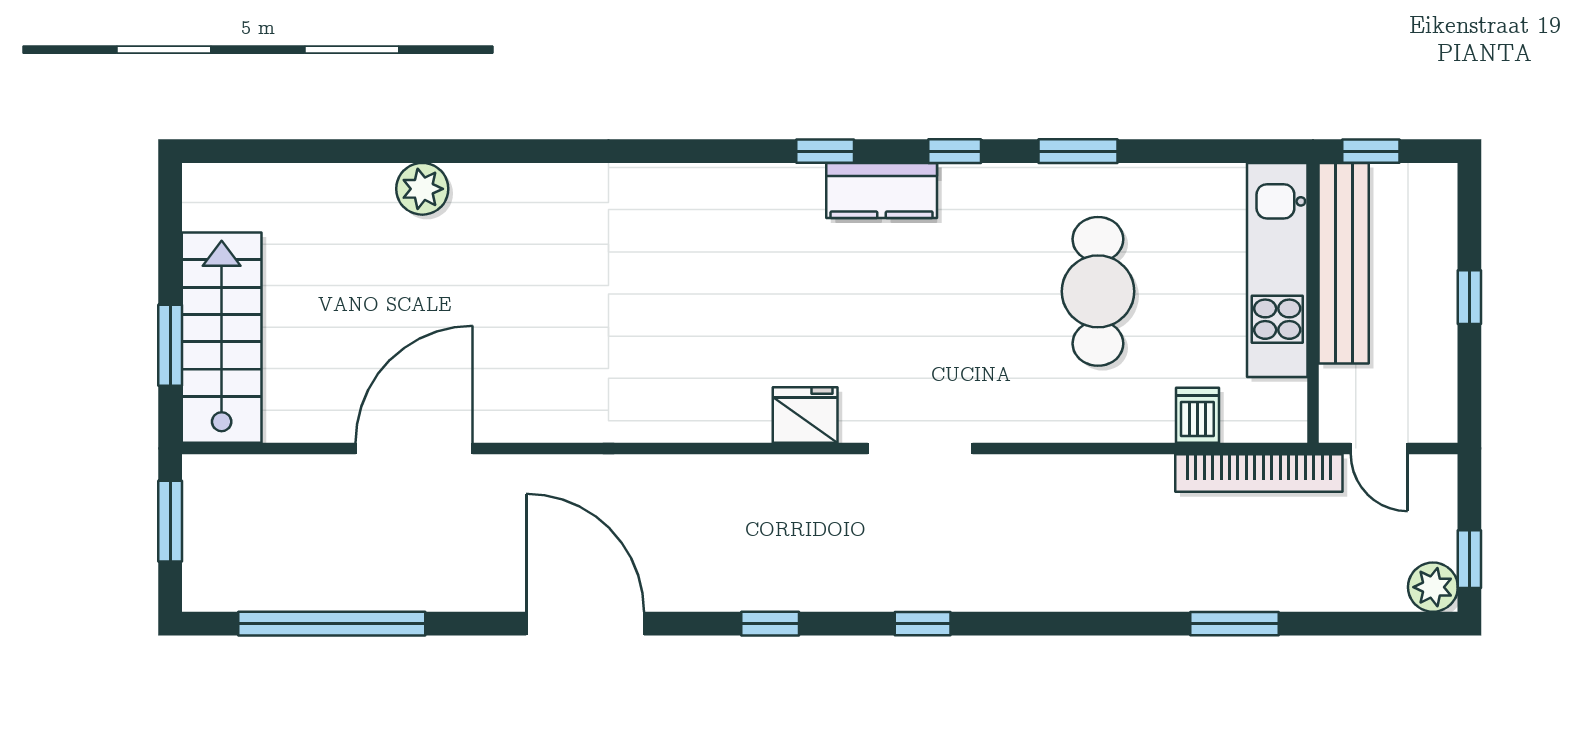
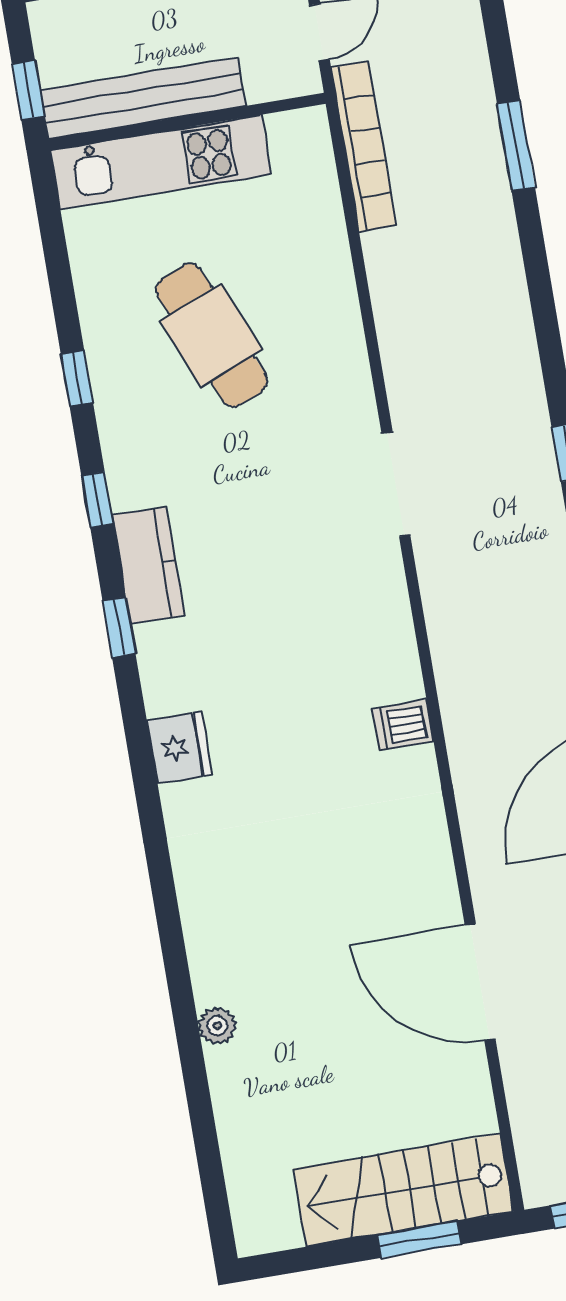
window: (1078, 151) -> (77, 378), width x0.67
plant: (422, 189) -> (217, 1026), width x0.73, depth x0.73
cafe table: (1098, 291) -> (212, 335), turned 68
fridge: (805, 415) -> (179, 747), moved, turned 180
dishwasher: (1197, 415) -> (403, 725), moved

